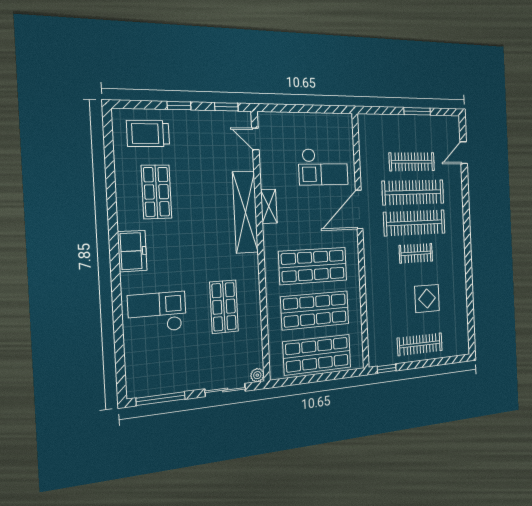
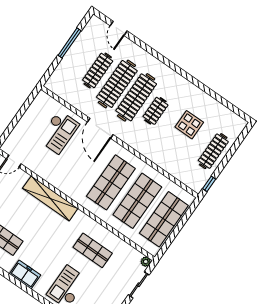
window: (417, 111) -> (70, 43), width x1.44
shelving: (269, 206) -> (57, 182), removed

